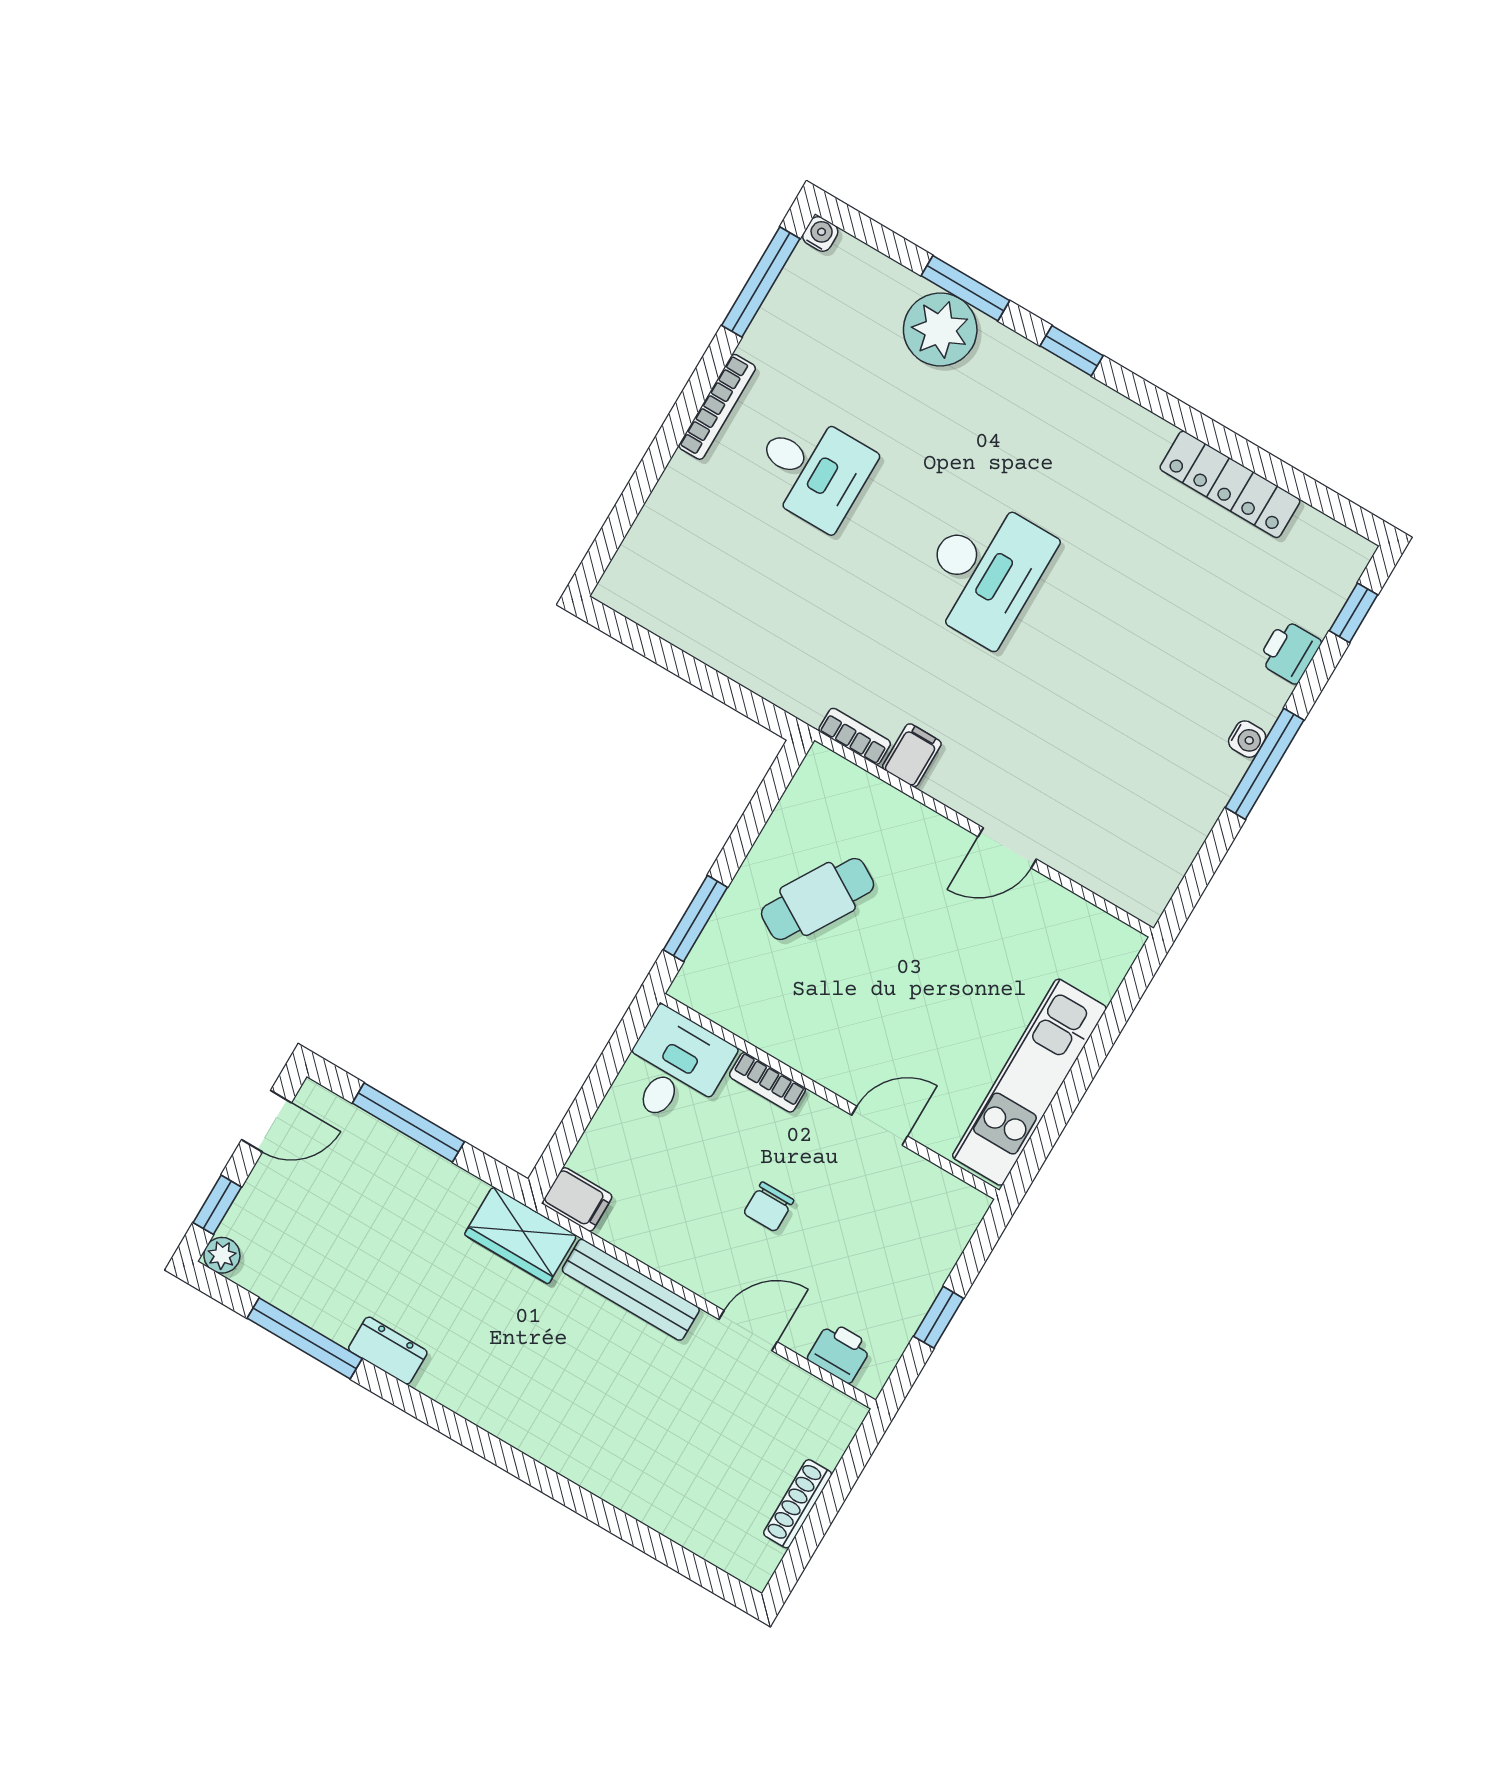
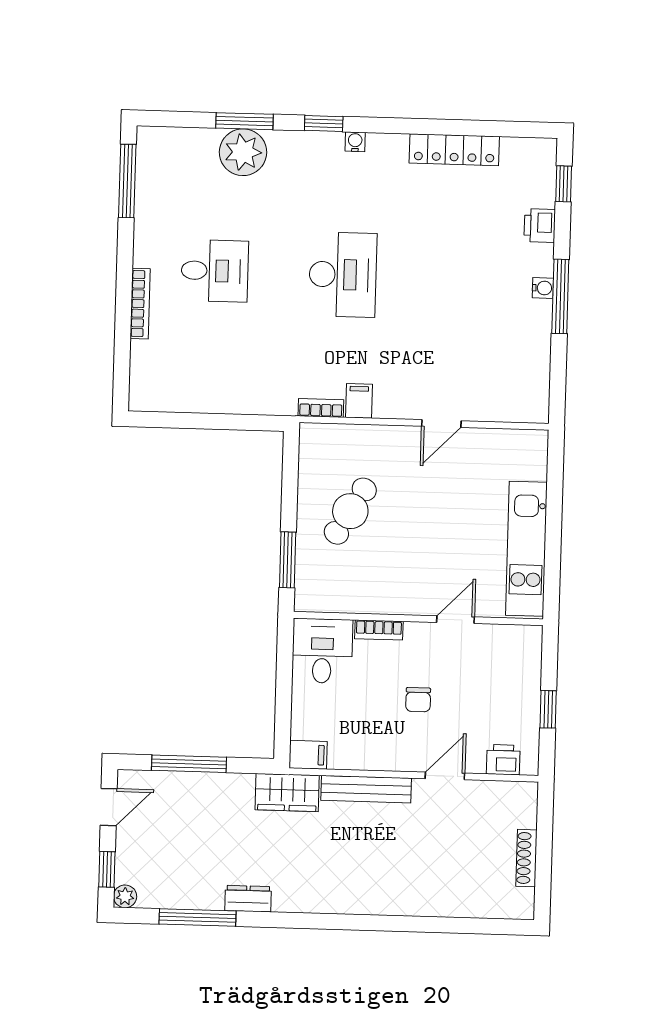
water cooler: (820, 234) -> (355, 142), moved
bookcase: (717, 407) -> (140, 304), moved

